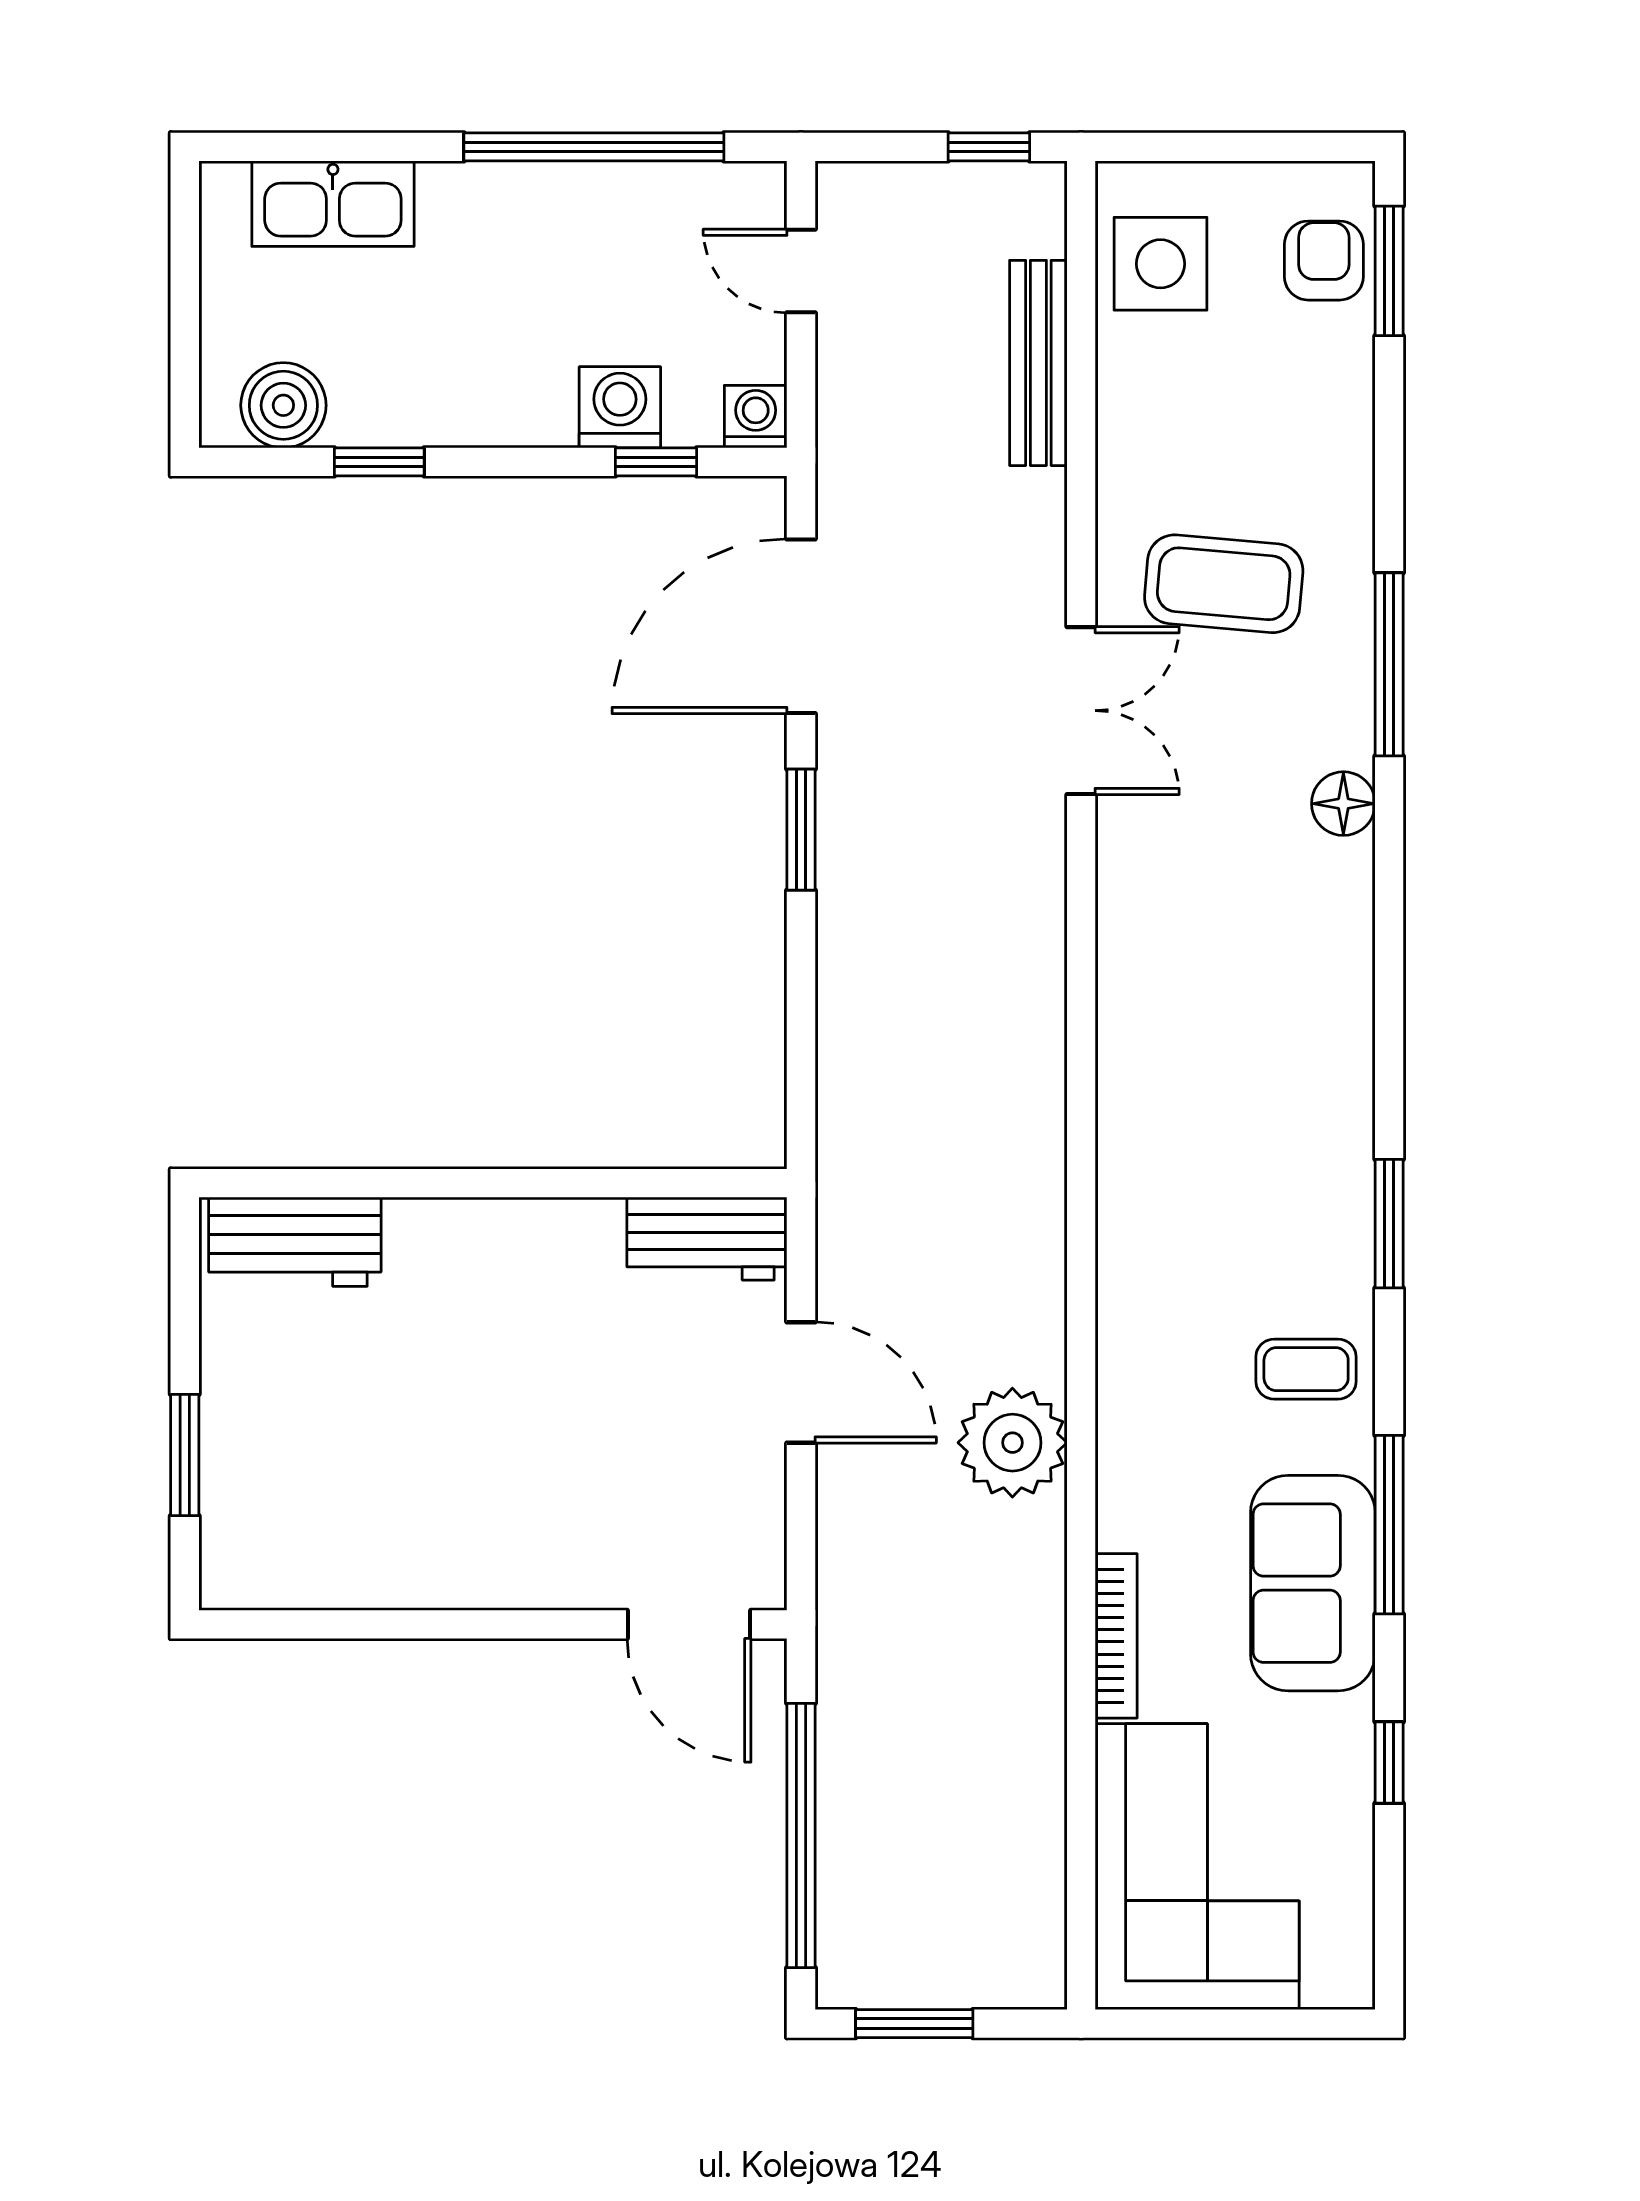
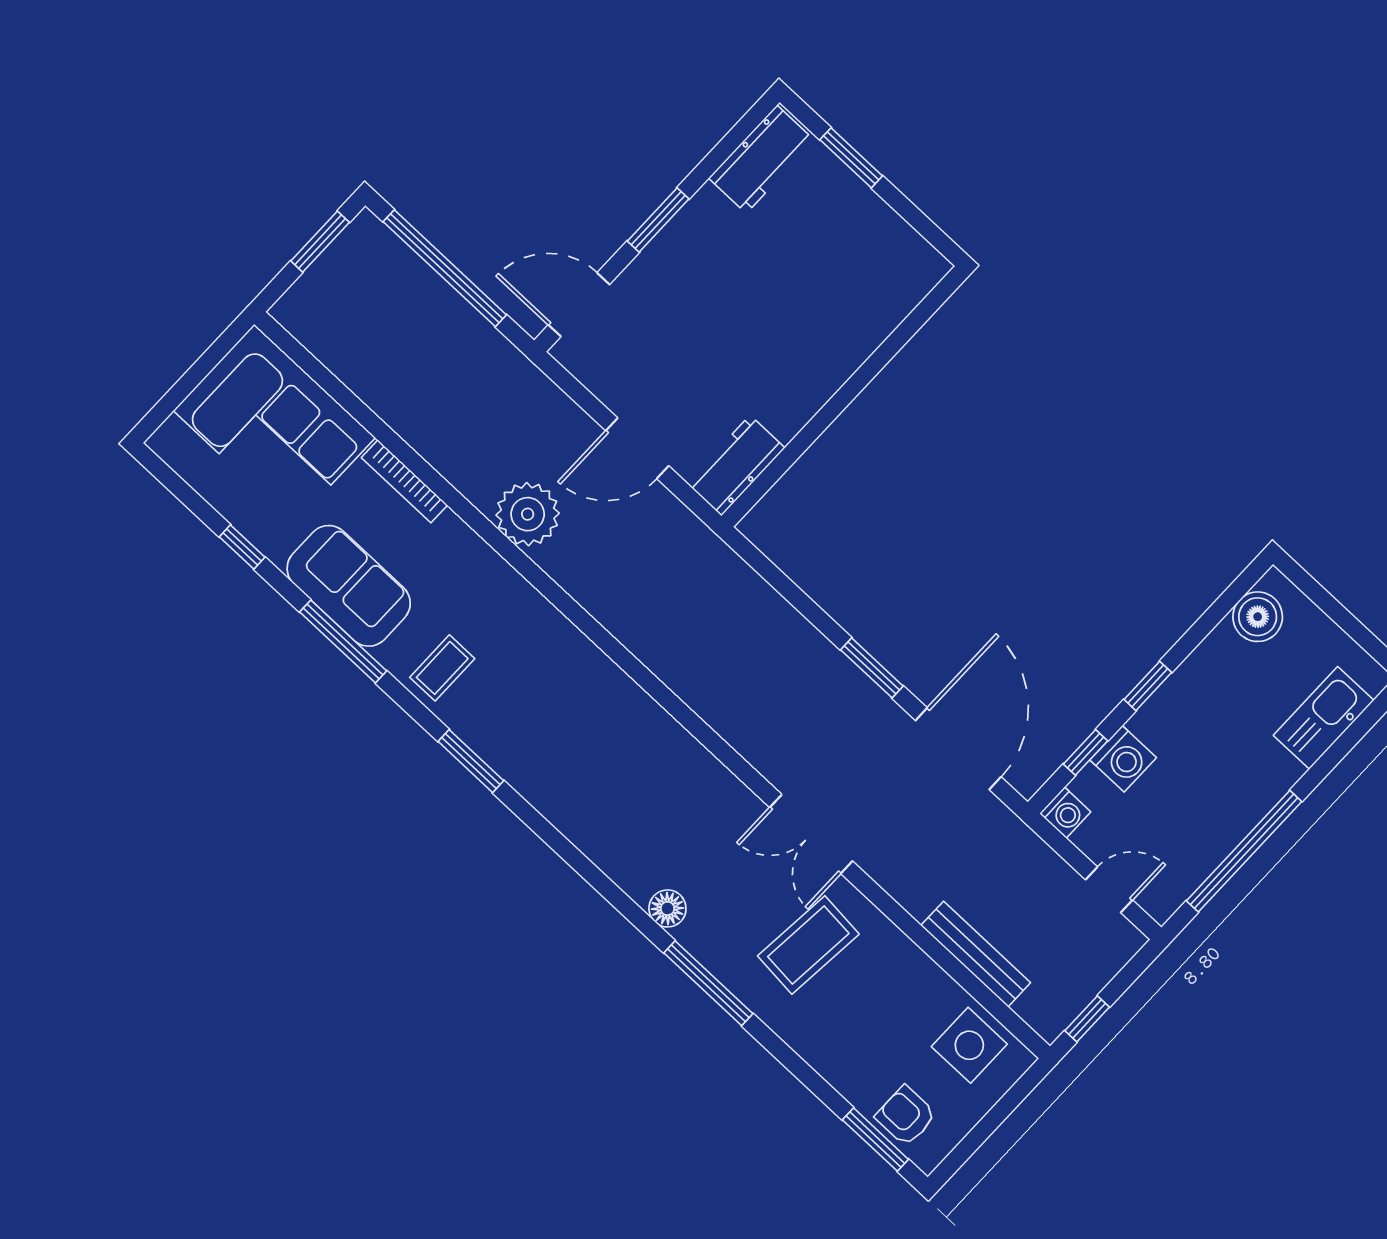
armchair: (1324, 261) -> (906, 1116), turned 180
window: (379, 462) -> (1148, 686), moved
workbench: (295, 1242) -> (762, 159), moved, turned 180
window: (490, 1624) -> (658, 220), added

